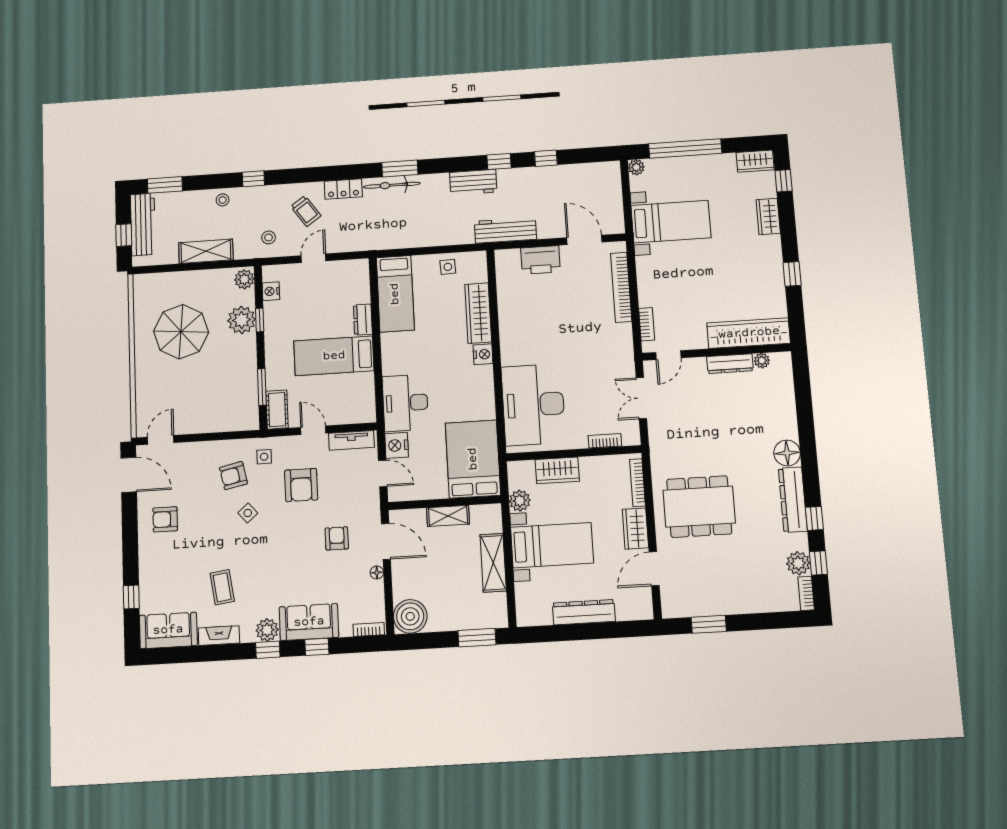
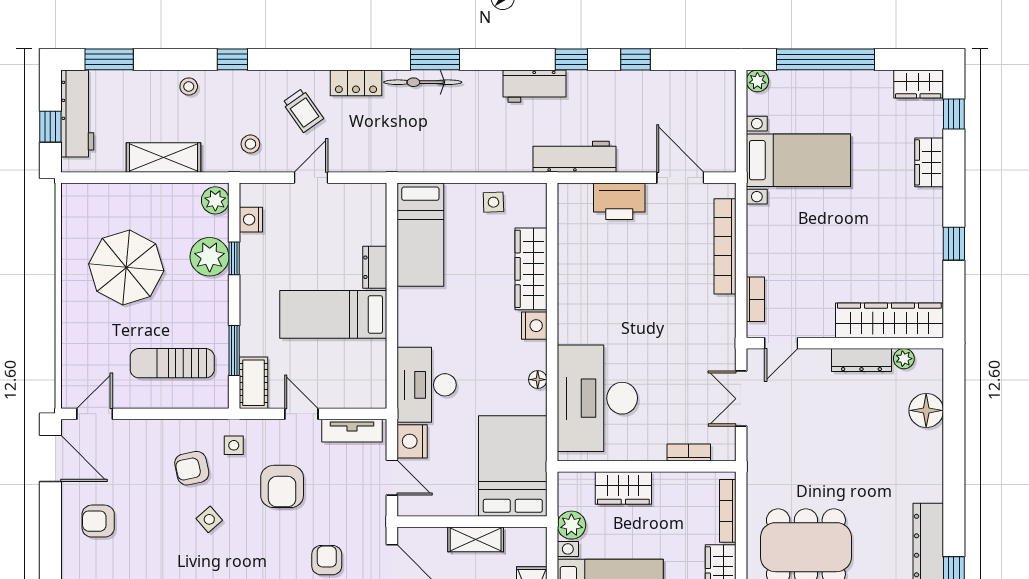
floor lamp: (488, 394) -> (538, 380), added
sun lounger: (217, 399) -> (172, 363), added
floor lamp: (787, 453) -> (926, 410), moved

